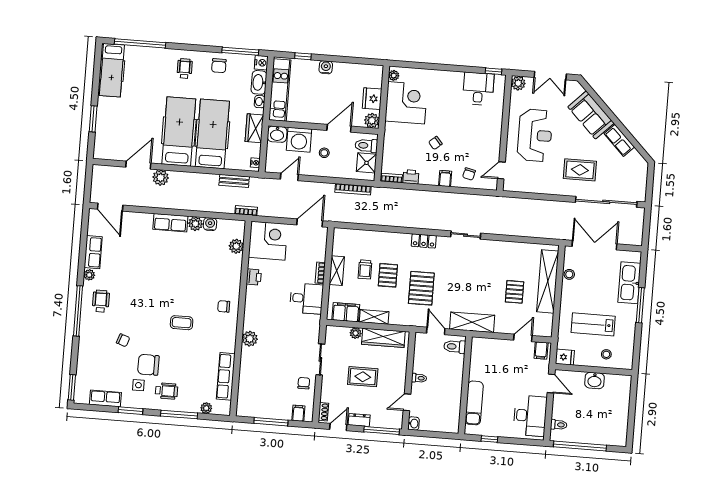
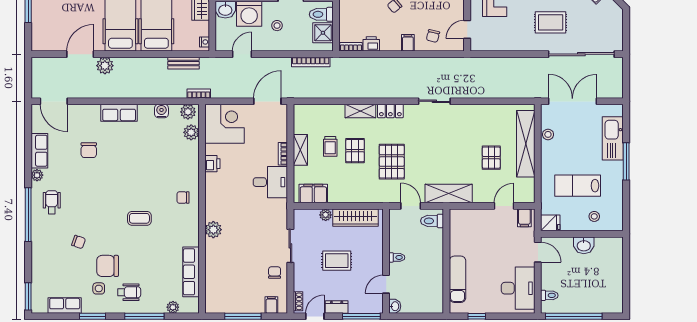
plant: (195, 224) -> (188, 112), moved
chair: (139, 255) -> (89, 150), added
shelving: (374, 317) -> (360, 111), moved

